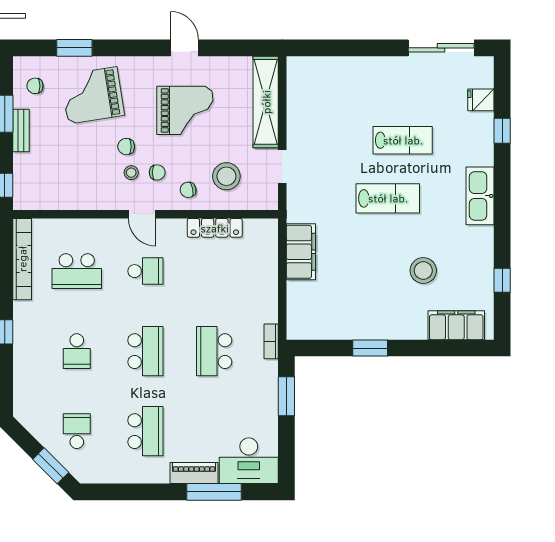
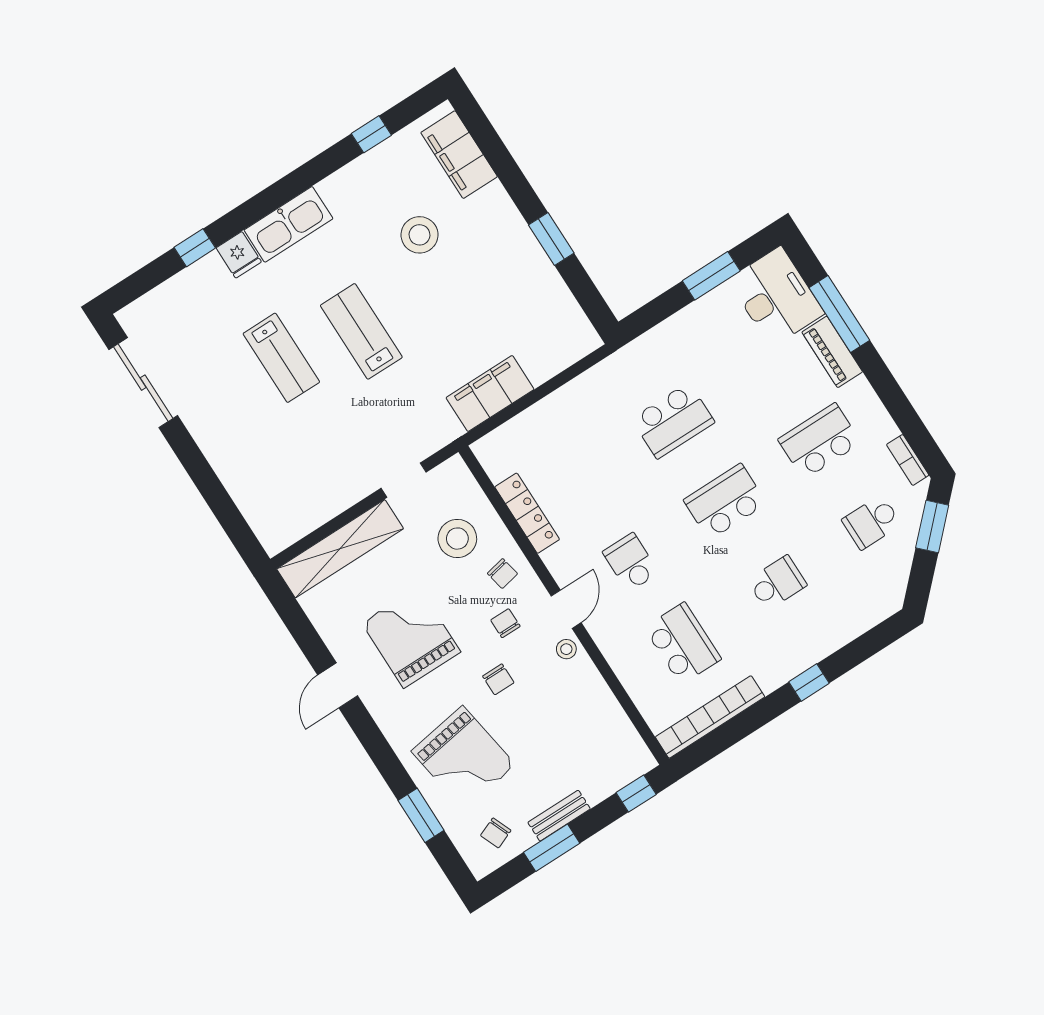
chair: (35, 86) -> (496, 833), turned 68
fridge: (481, 100) -> (239, 255), moved
lab bench: (403, 140) -> (281, 358), turned 180
stool: (131, 173) -> (566, 649), moved
bookcase: (271, 341) -> (908, 460), moved, turned 90
window: (286, 396) -> (711, 276), moved

